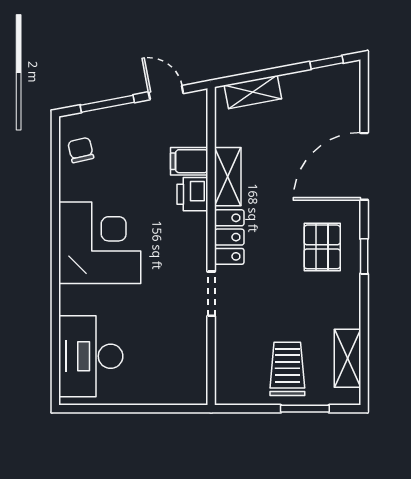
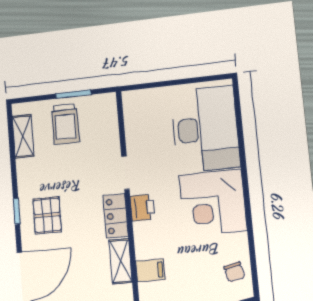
printer: (192, 194) -> (142, 208), moved
desk: (91, 356) -> (205, 129), width x1.36, depth x1.30
window: (305, 409) -> (73, 94), moved

